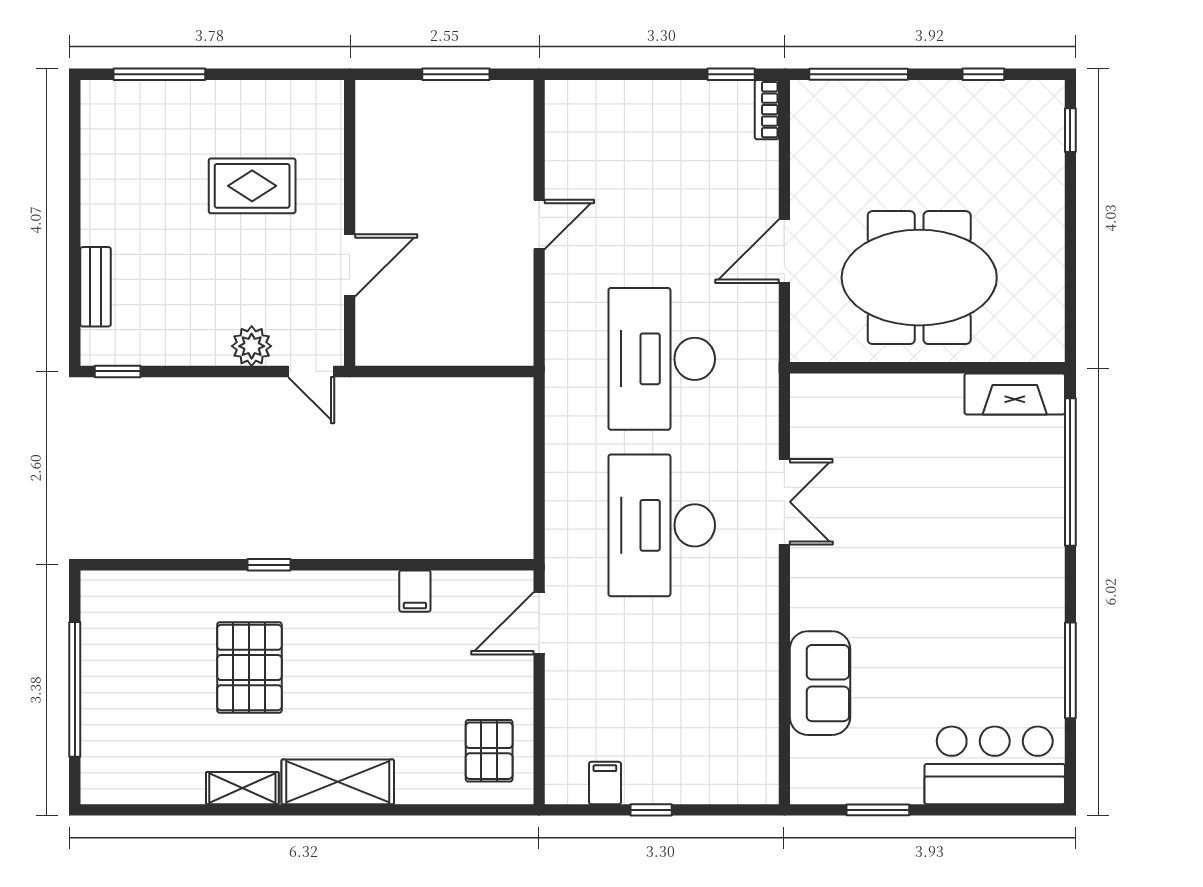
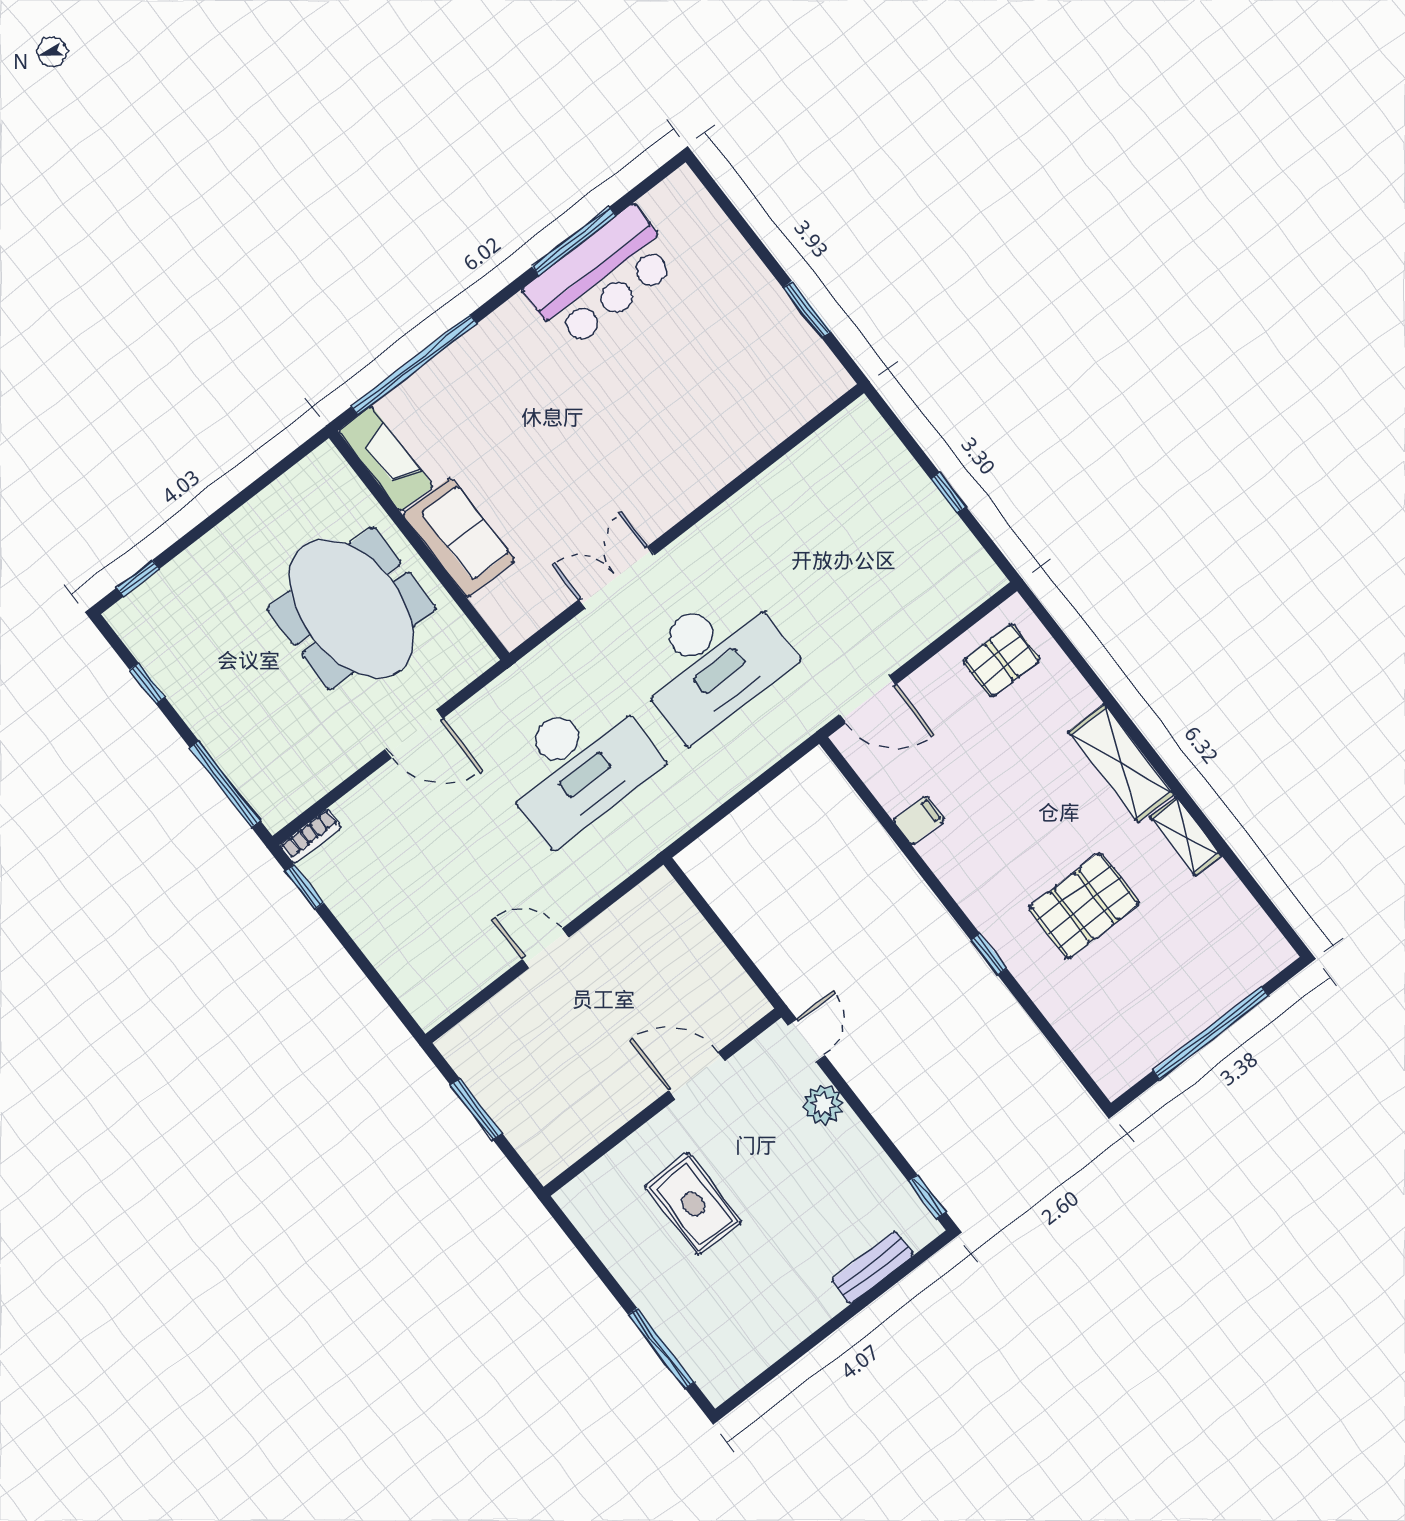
sofa: (820, 683) -> (459, 538), moved, turned 90
bar counter: (995, 765) -> (602, 277), moved, turned -90
filing cabinet: (605, 783) -> (955, 547), removed

